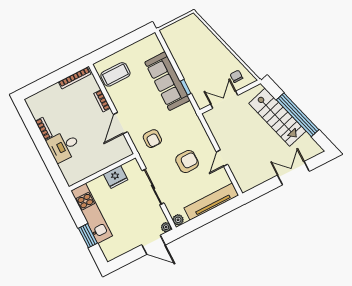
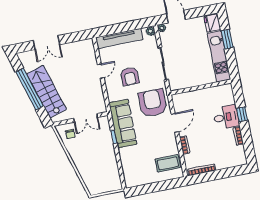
sofa: (167, 81) -> (123, 123), moved
armchair: (152, 139) -> (153, 103), width x1.88, depth x1.88
window: (46, 154) -> (242, 114), added
armchair: (187, 162) -> (130, 76), turned -89
fridge: (116, 177) -> (212, 23), moved, turned -90

